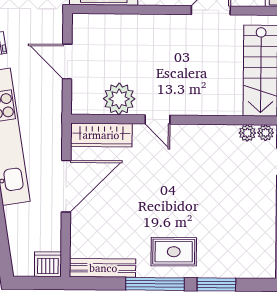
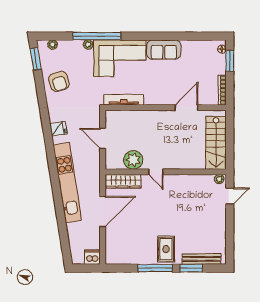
plant: (247, 133) -> (208, 179), removed
rug: (174, 252) -> (166, 249), turned 90
bench: (103, 268) -> (201, 259), moved

